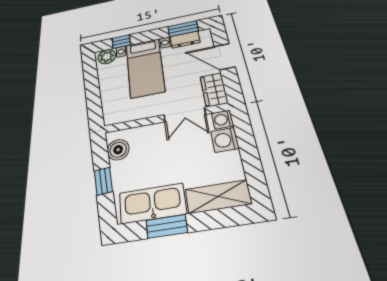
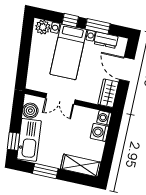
window: (183, 29) -> (98, 26), moved
window: (121, 42) -> (70, 20), moved
double door: (185, 115) -> (60, 99), moved
window: (103, 181) -> (13, 141), moved
kitchen sink: (152, 203) -> (29, 140), moved, turned 85

